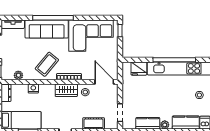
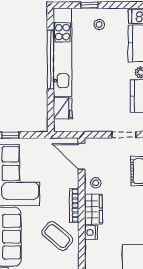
door: (104, 82) -> (81, 156), hinge flipped
nightstand: (33, 89) -> (91, 232), moved

